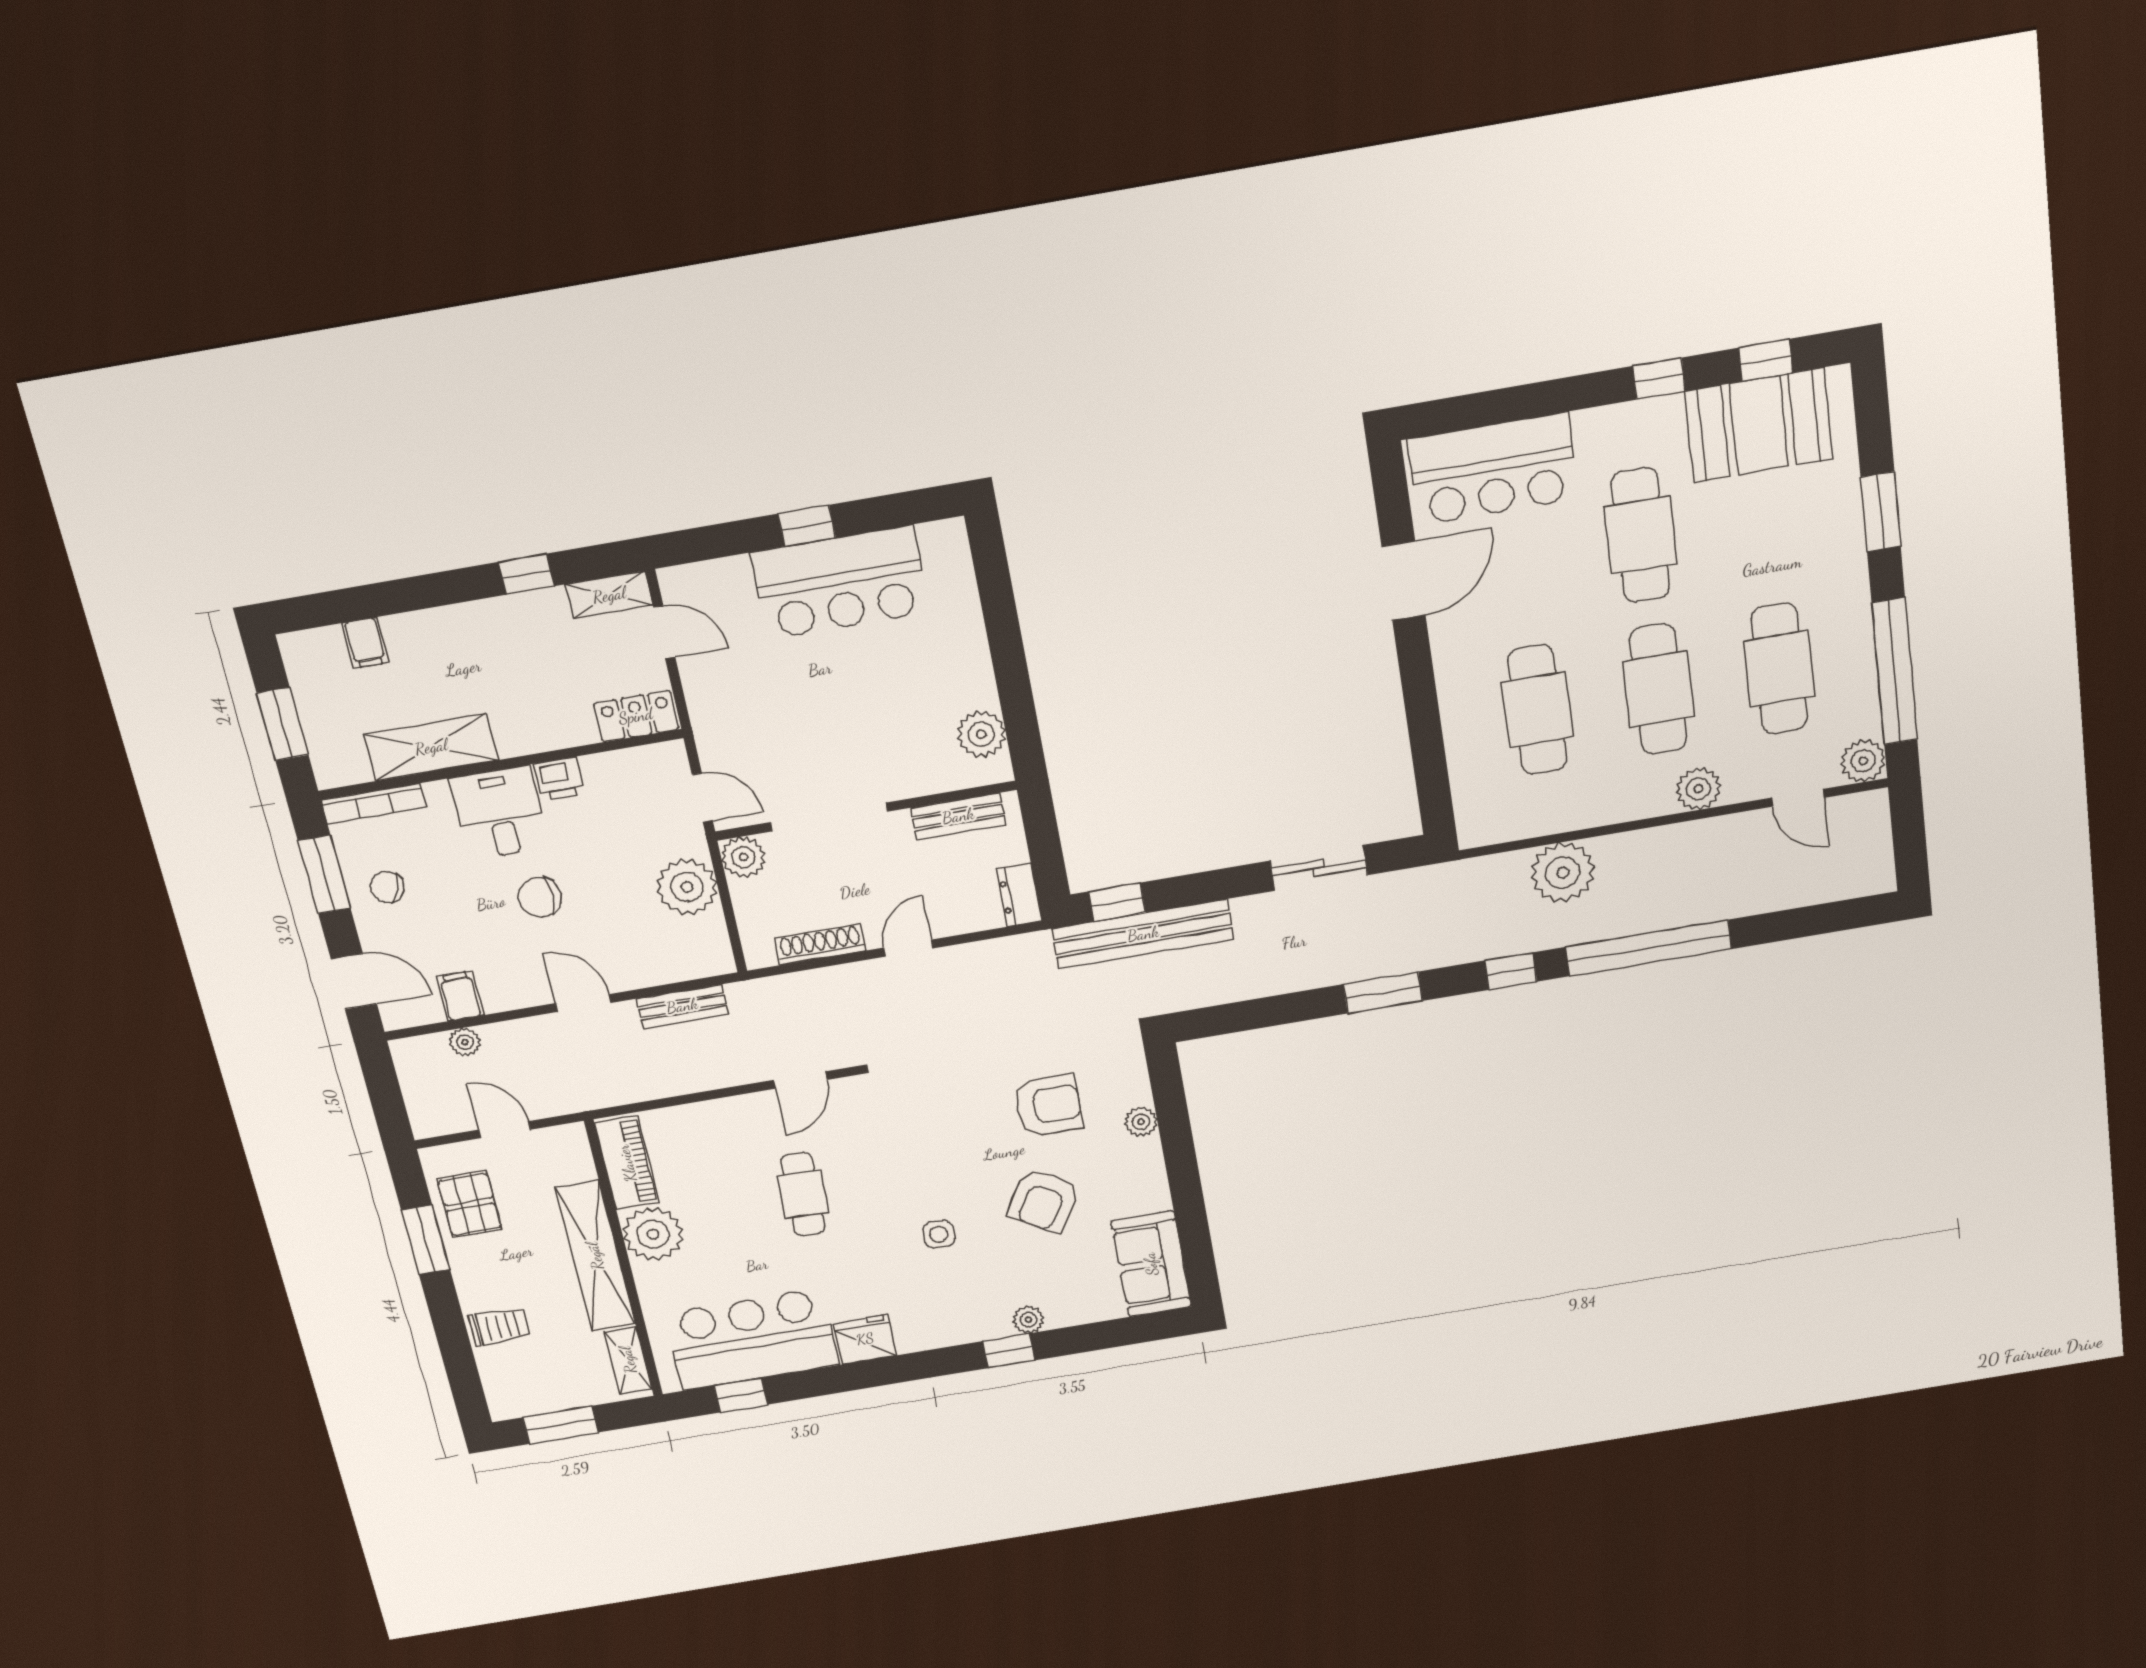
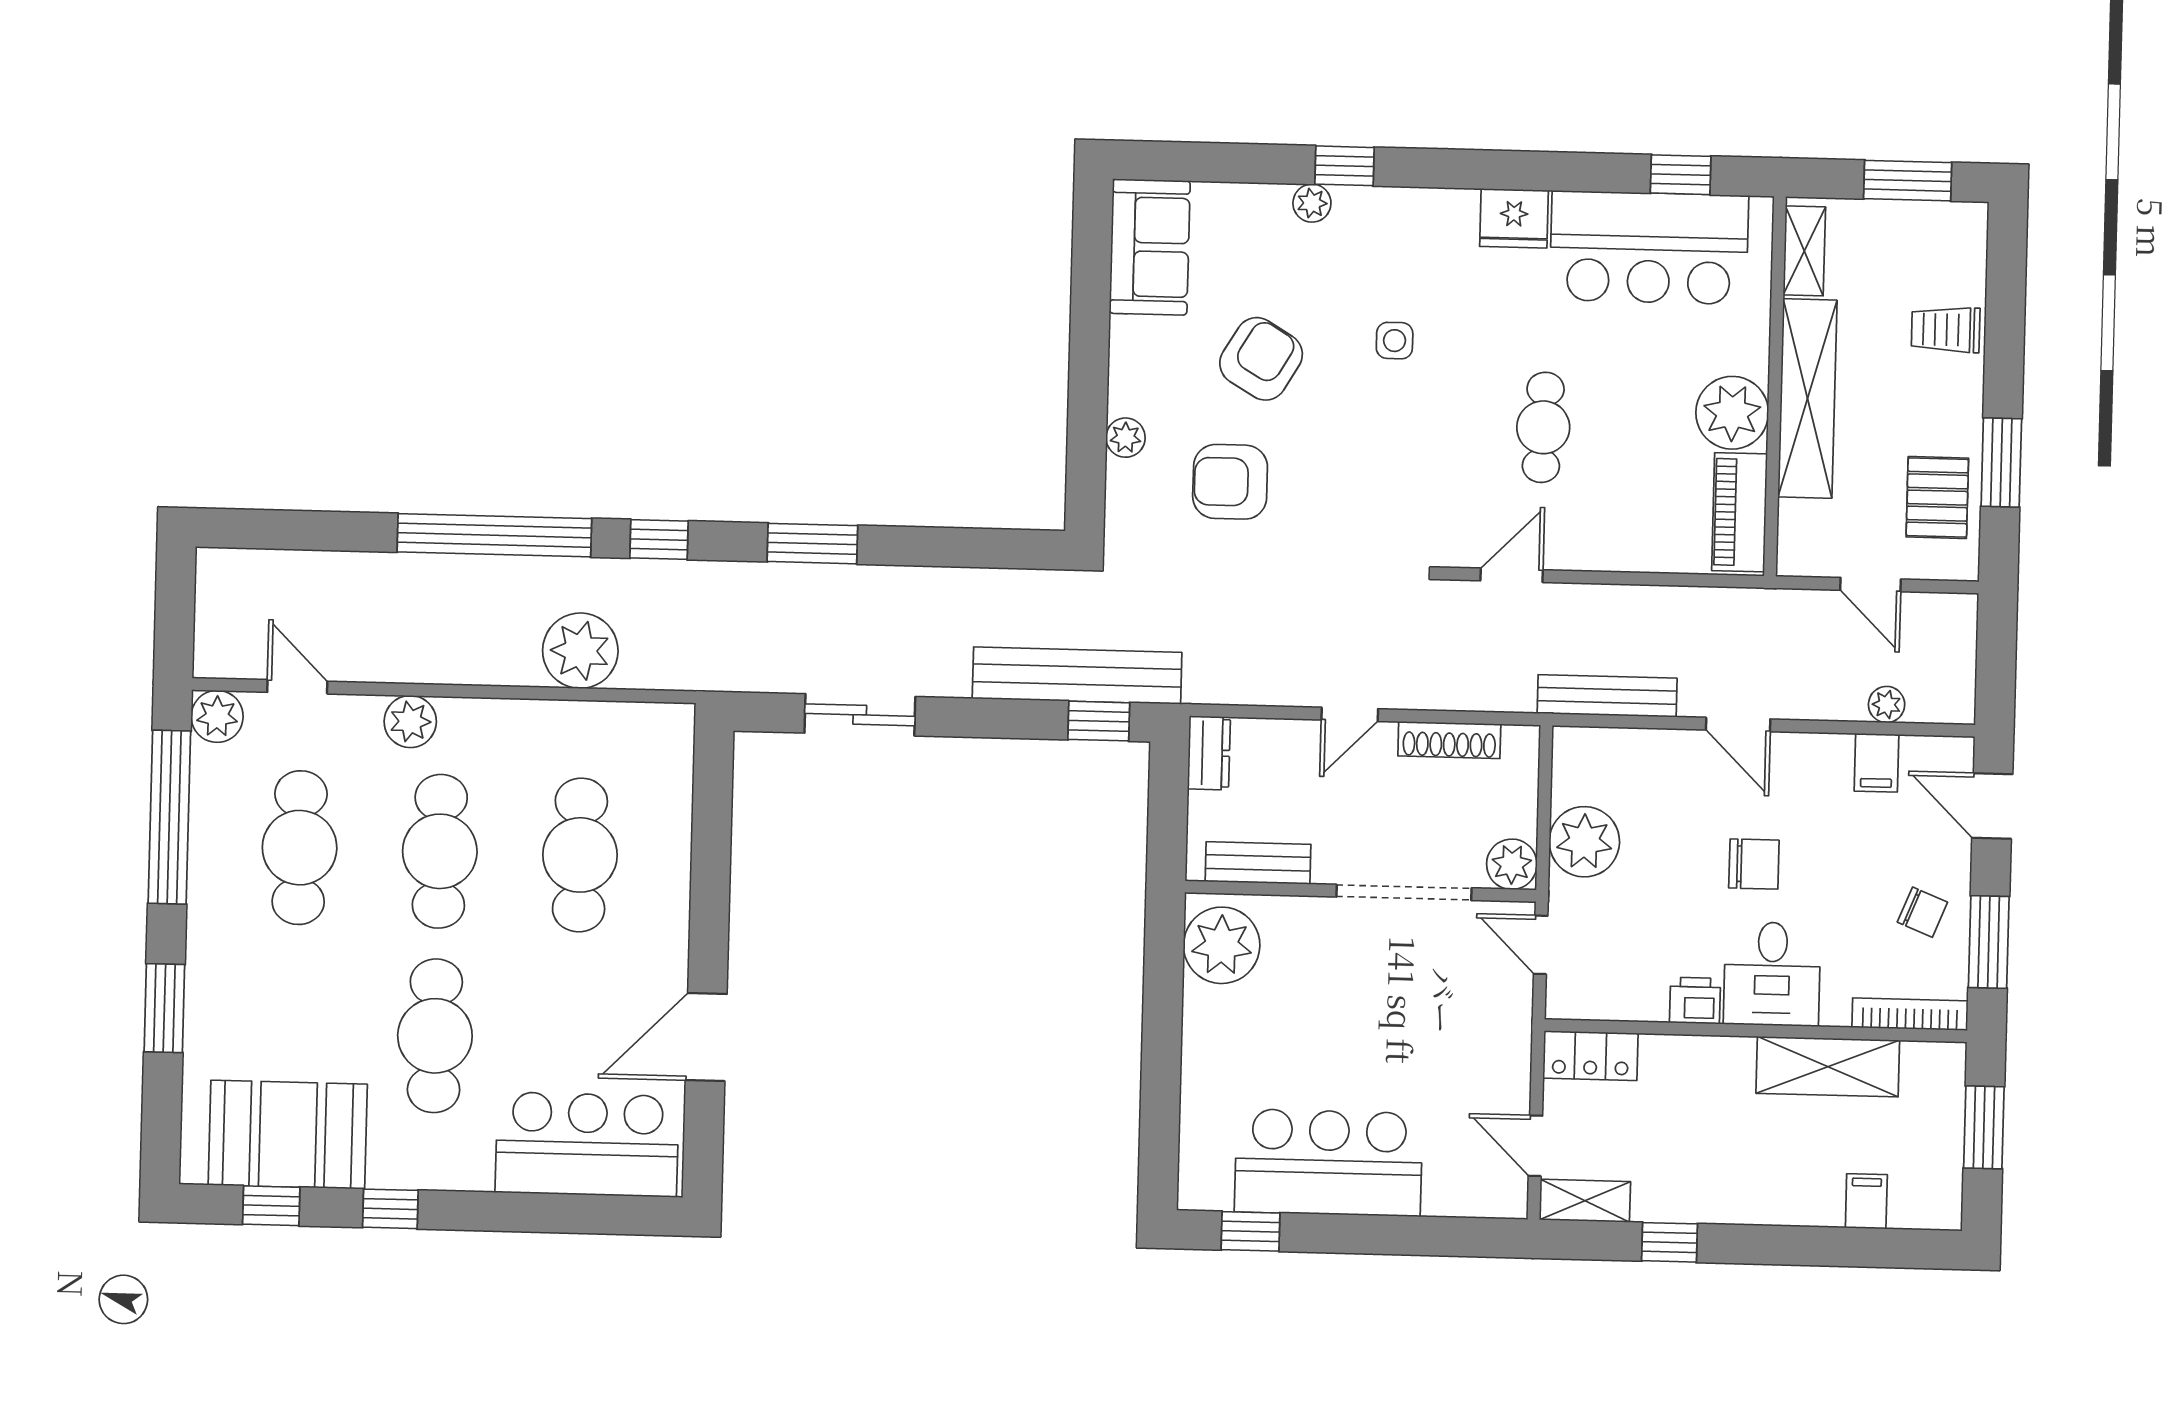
window: (807, 526) -> (1250, 1231), moved
plant: (981, 734) -> (1222, 945), width x1.36, depth x1.36
bench: (682, 1006) -> (1607, 696), width x1.36

